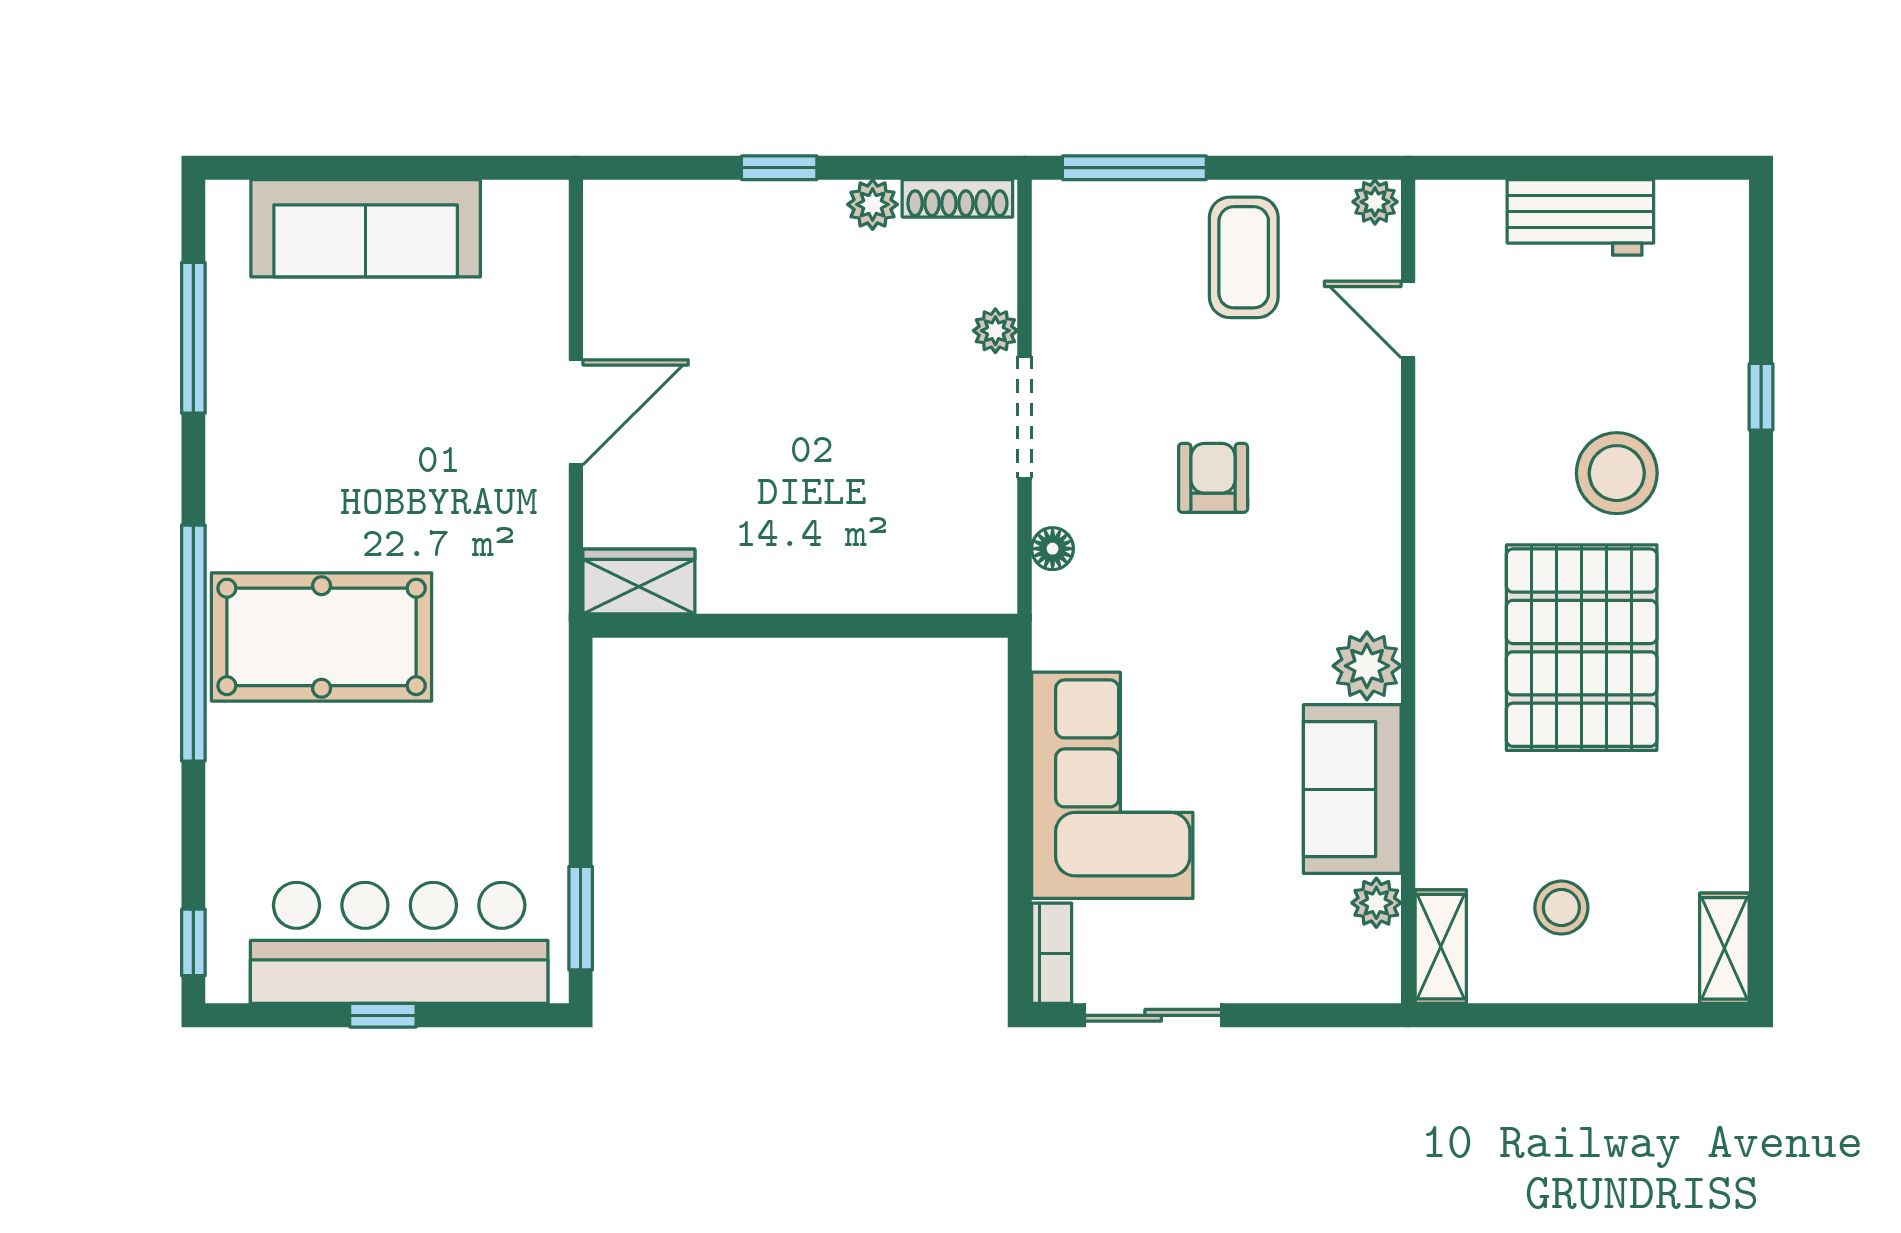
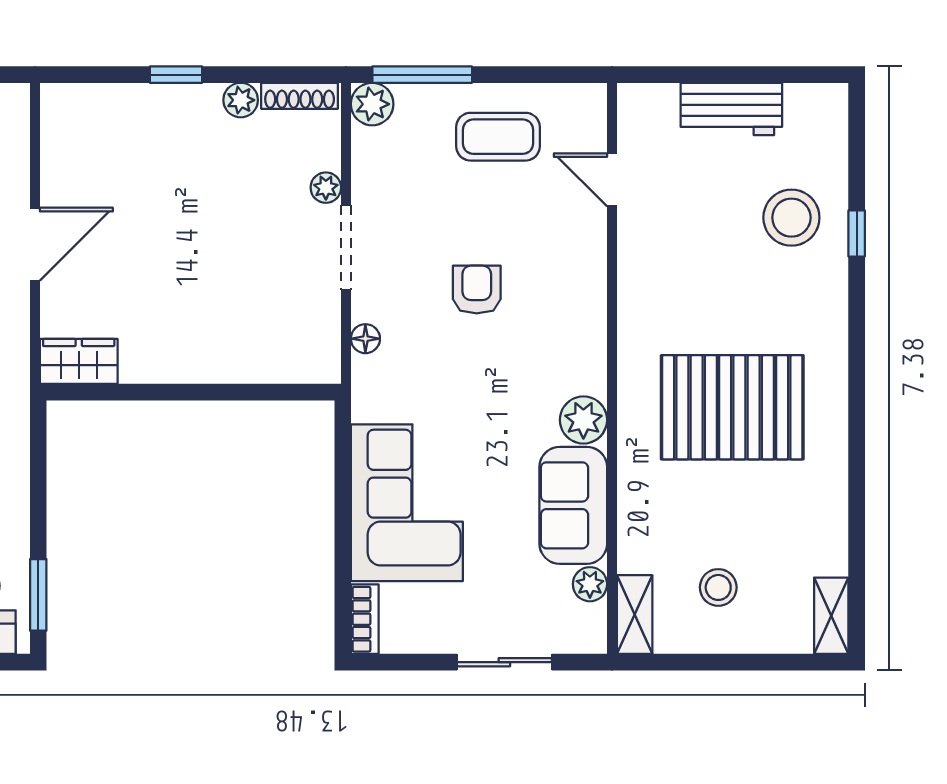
plant: (1375, 202) -> (372, 104), moved, width x1.38, depth x1.38
coffee table: (1244, 257) -> (498, 137), turned 90
stool: (1617, 473) -> (791, 218), moved
pallet: (1582, 648) -> (732, 407), turned 90
sliding door: (1153, 1015) -> (504, 662), moved

